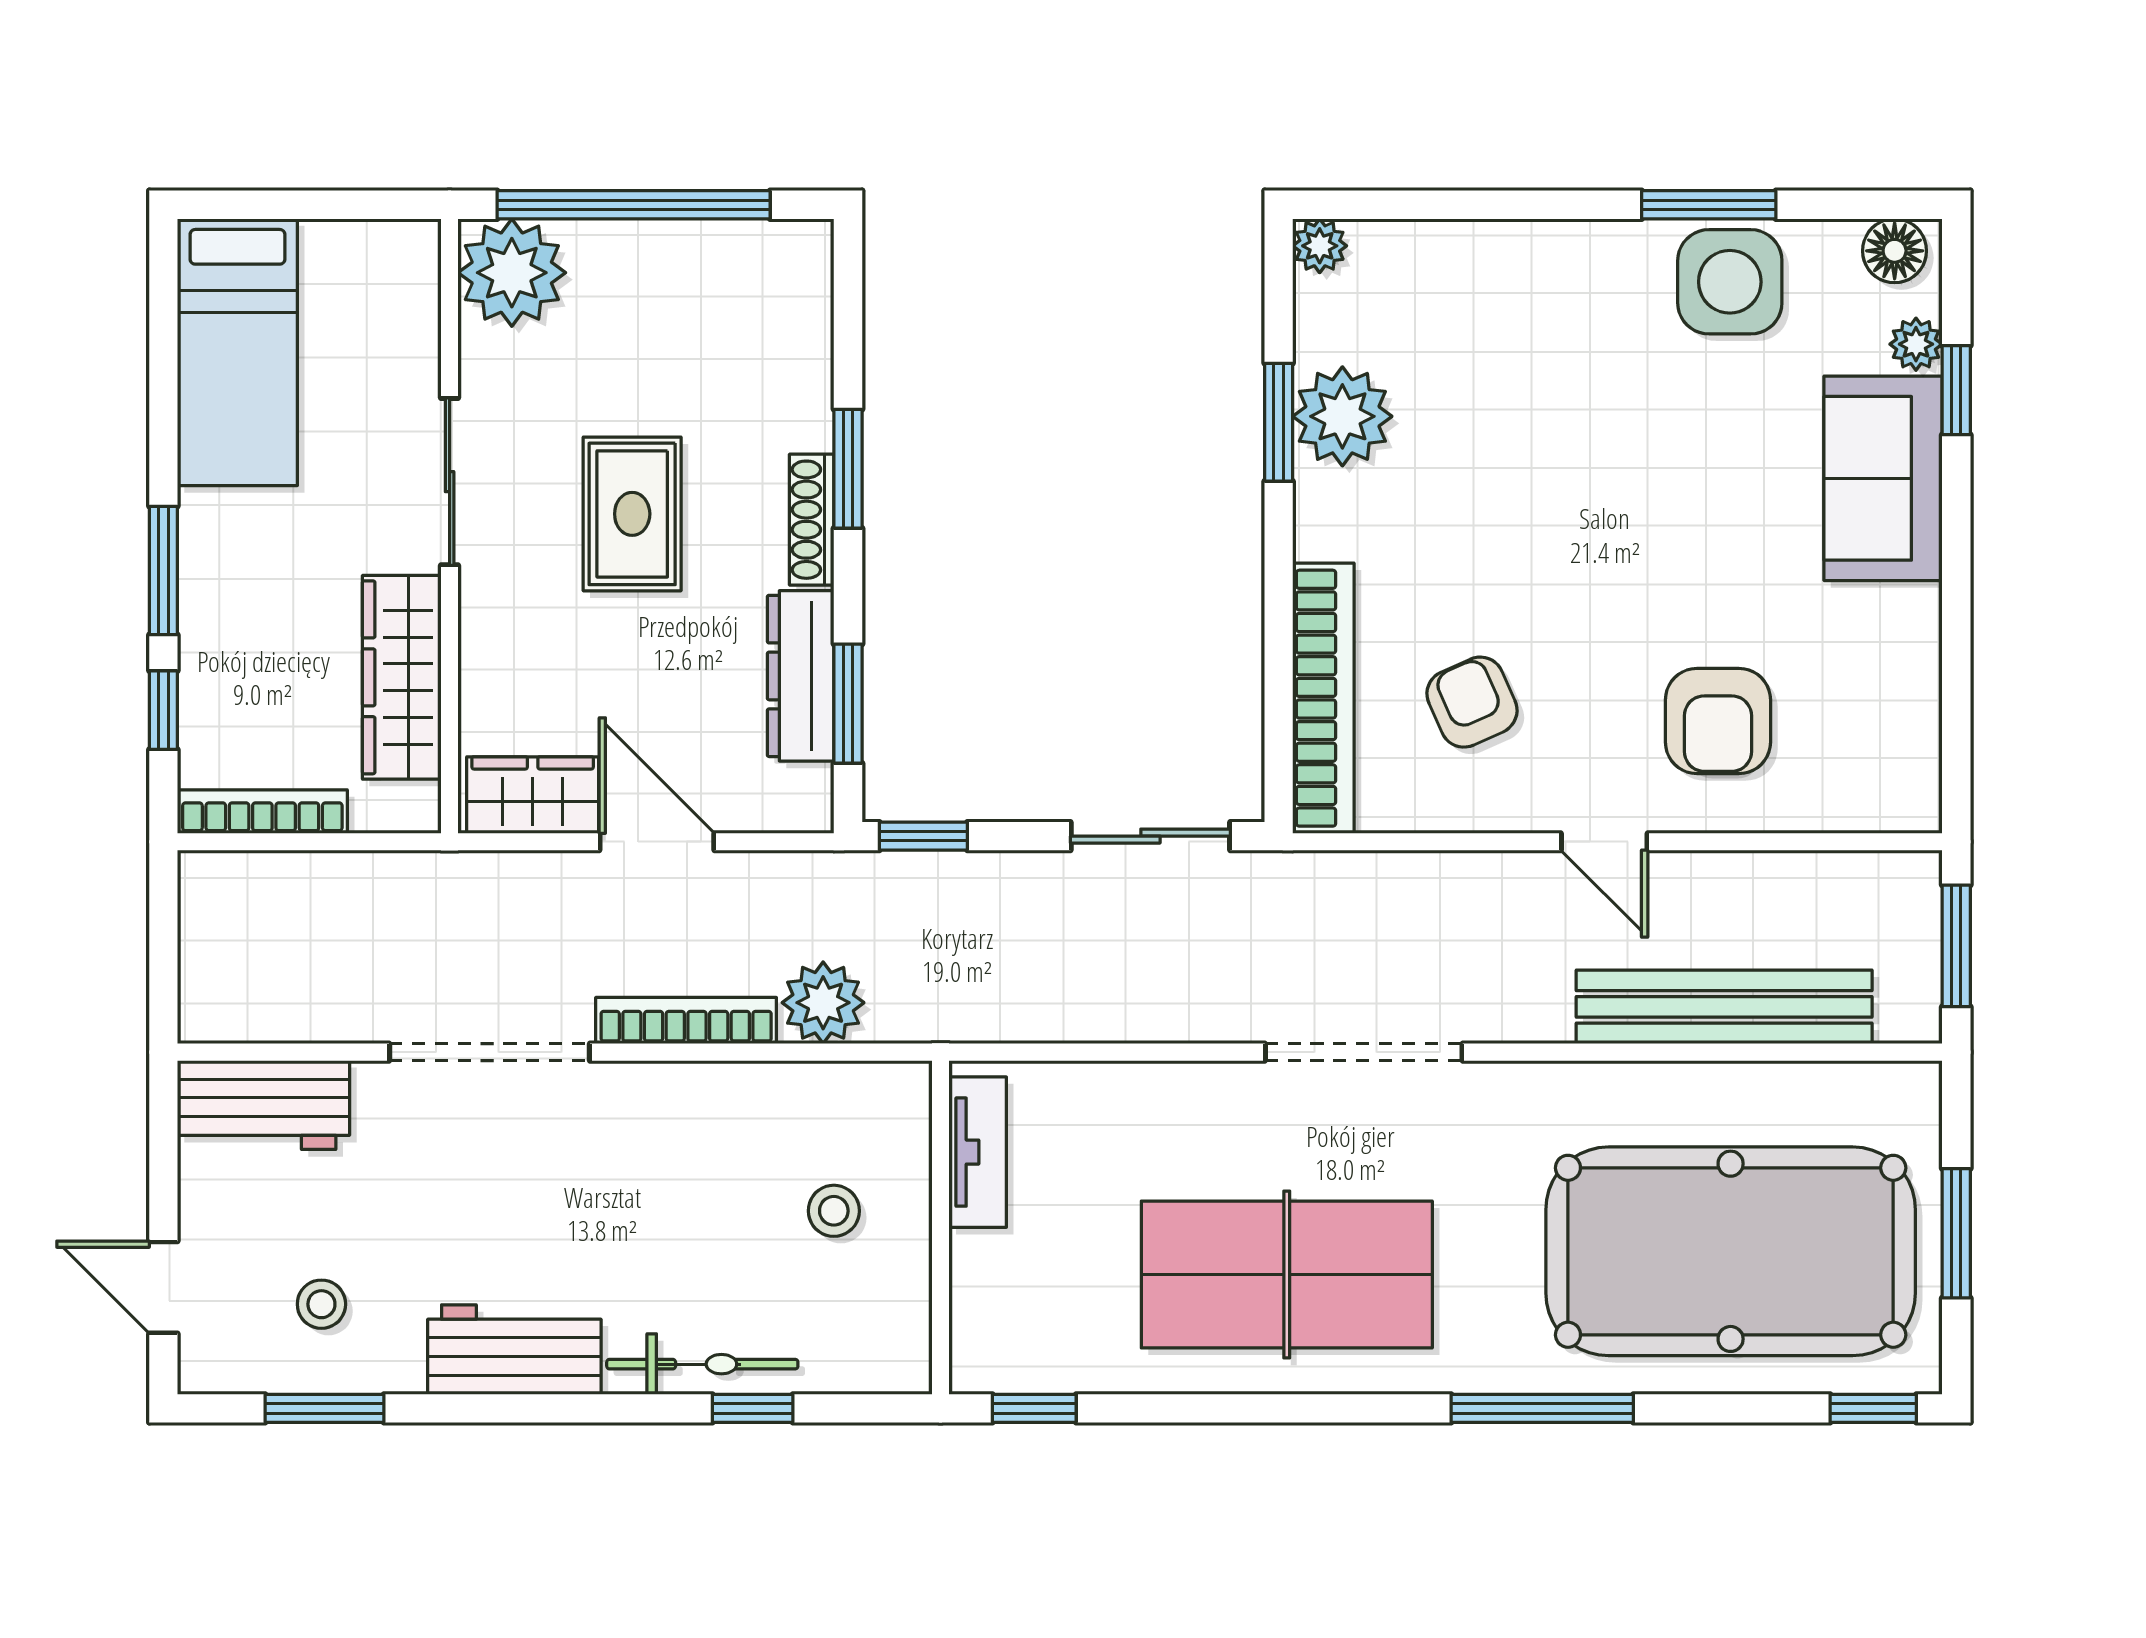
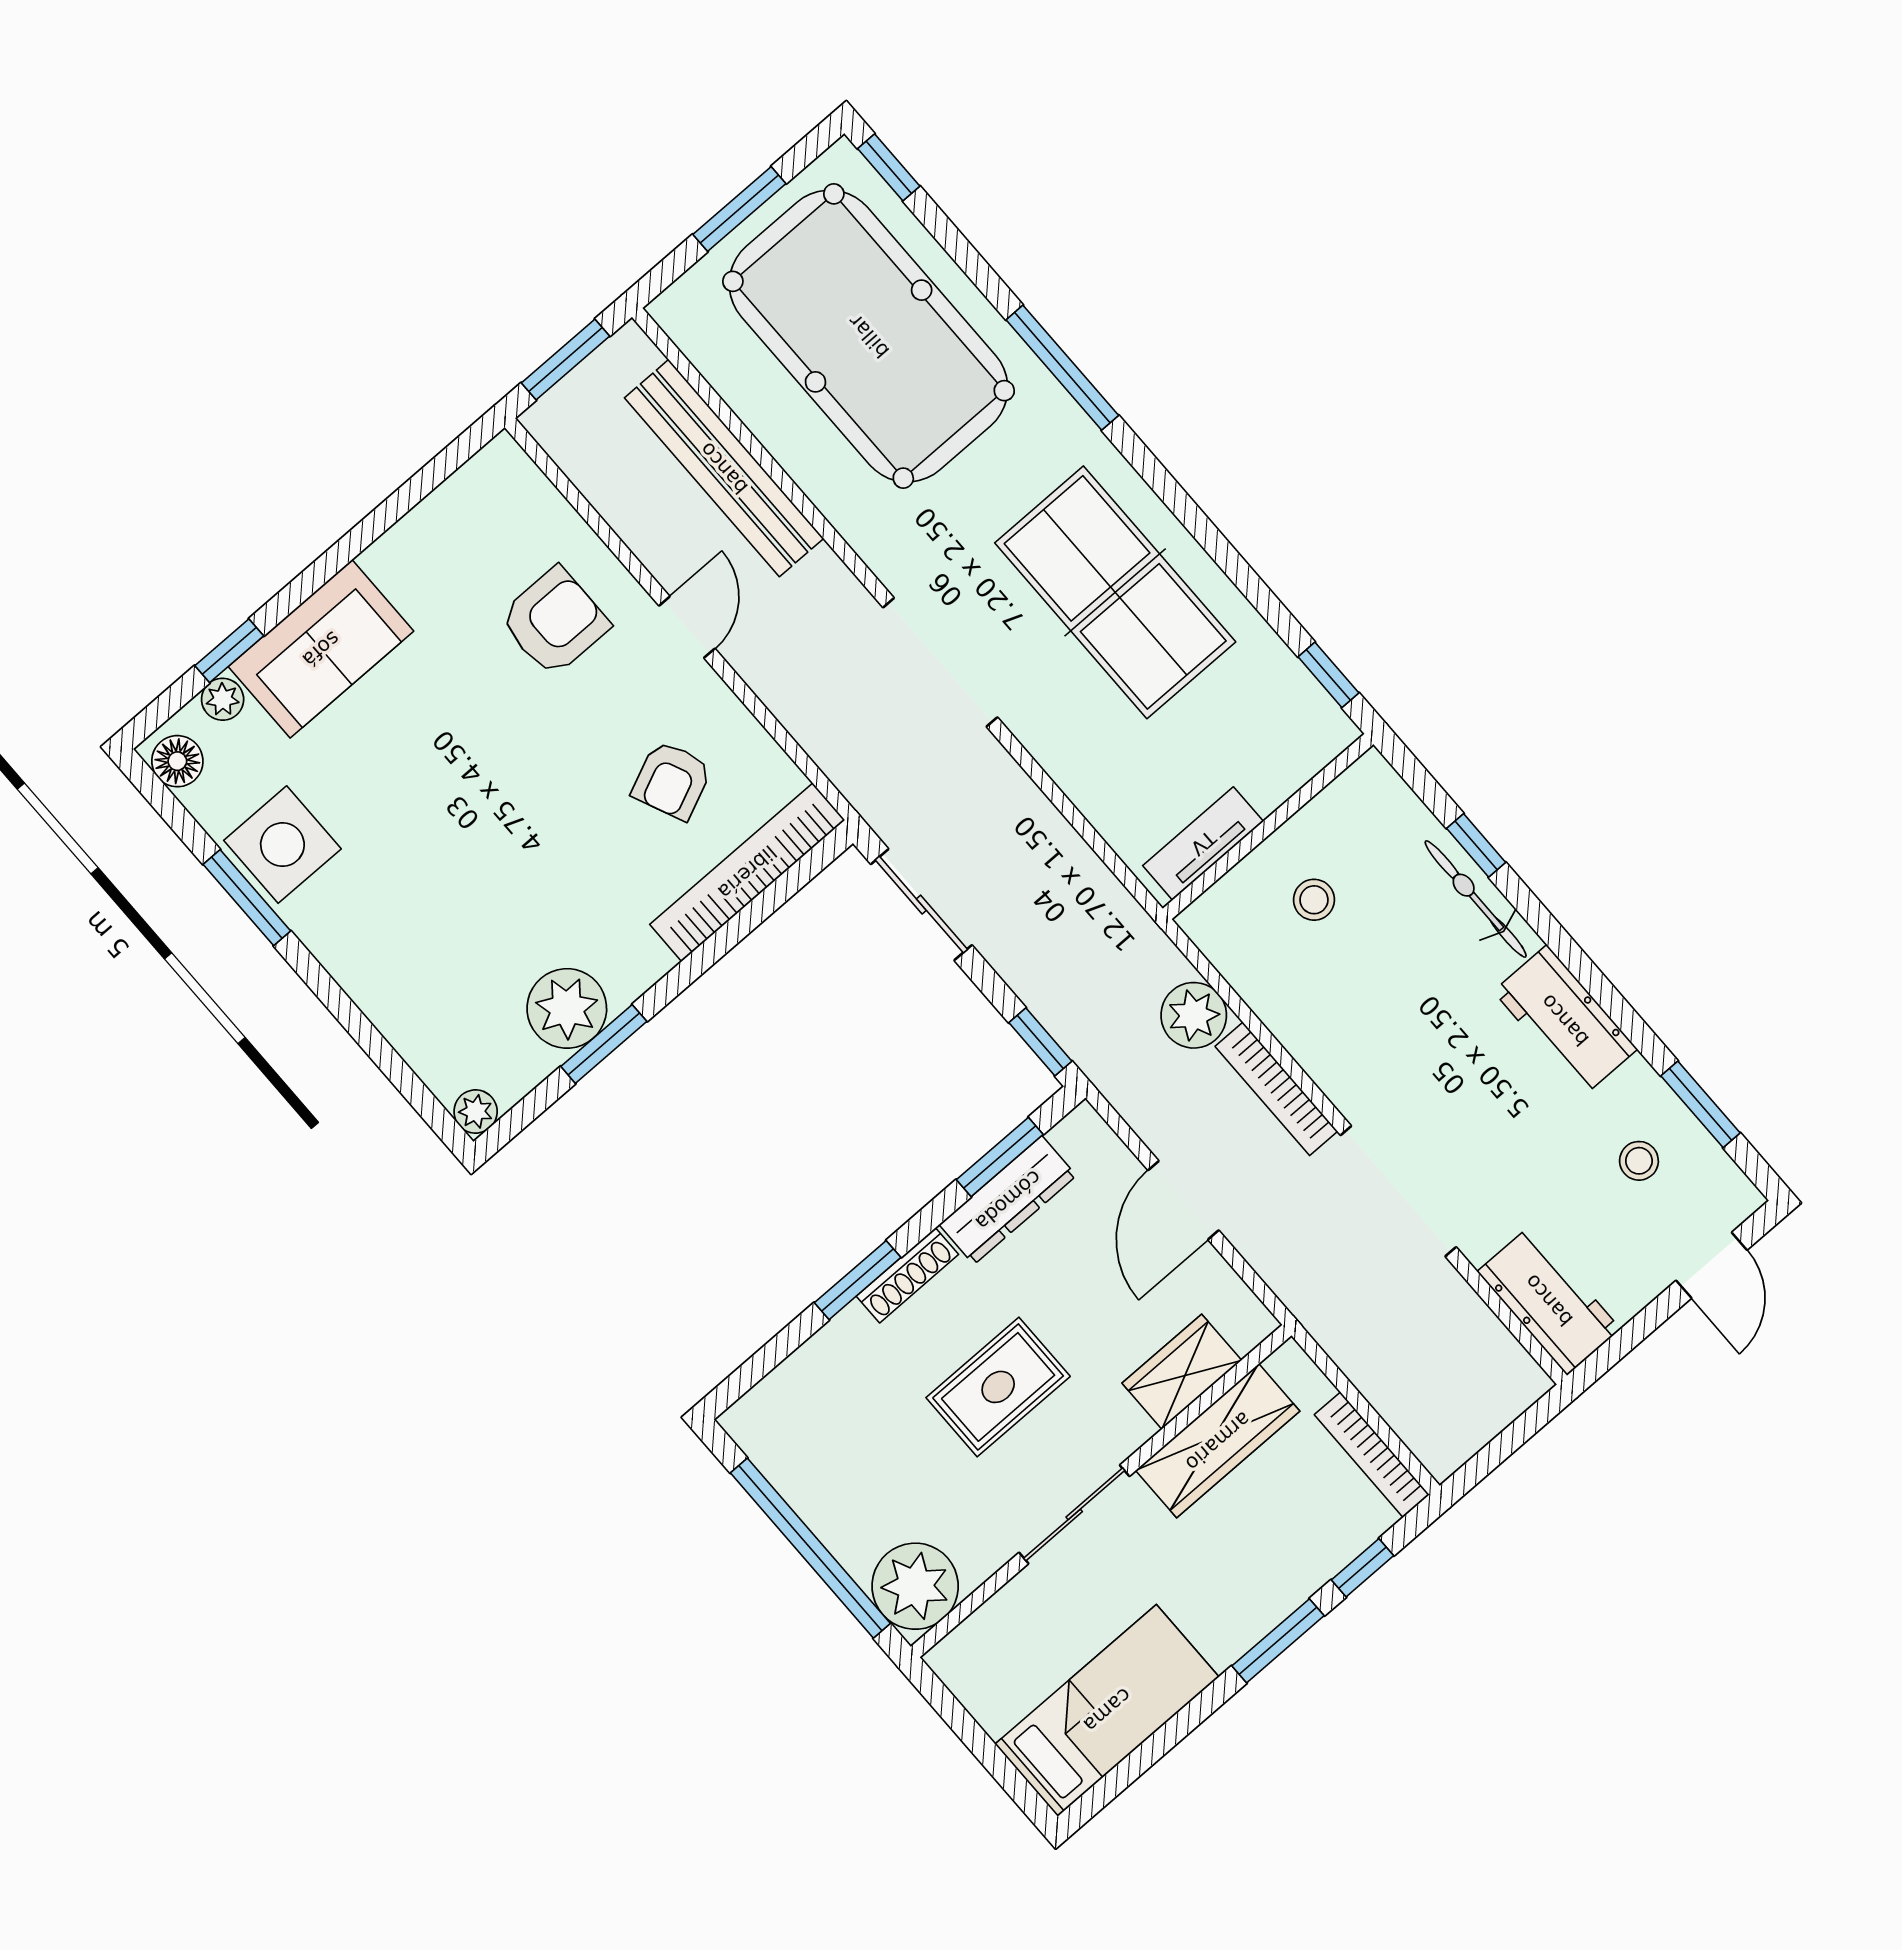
wardrobe: (533, 795) -> (1182, 1372), moved, turned 90

